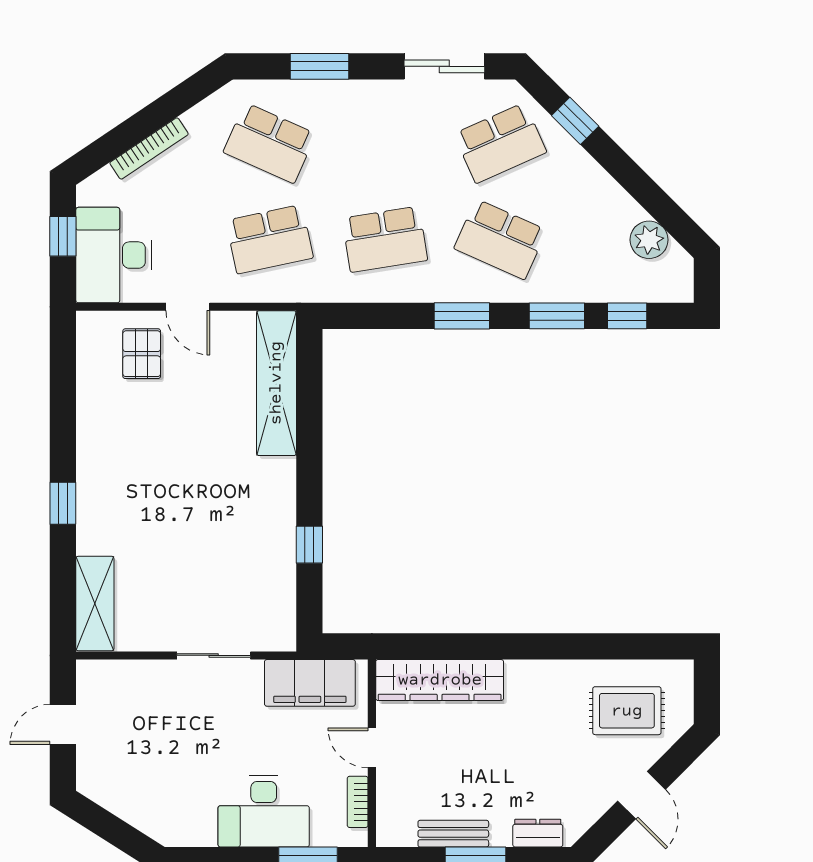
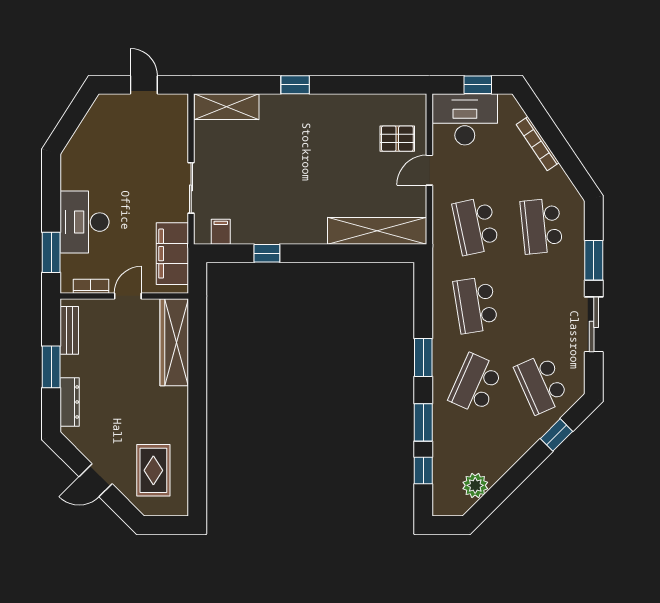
sliding door: (444, 66) -> (594, 324), moved
school desk: (270, 143) -> (541, 226), turned -30
filing cabinet: (278, 612) -> (221, 232), added
dresser: (538, 833) -> (70, 402), width x1.44
bench: (453, 834) -> (69, 330), moved

